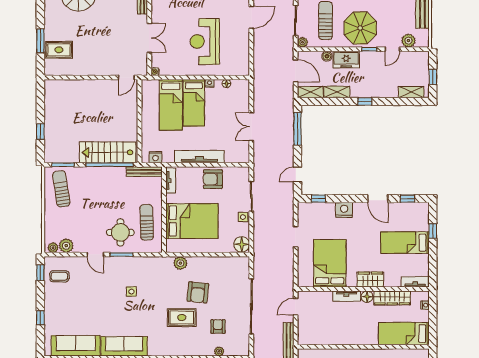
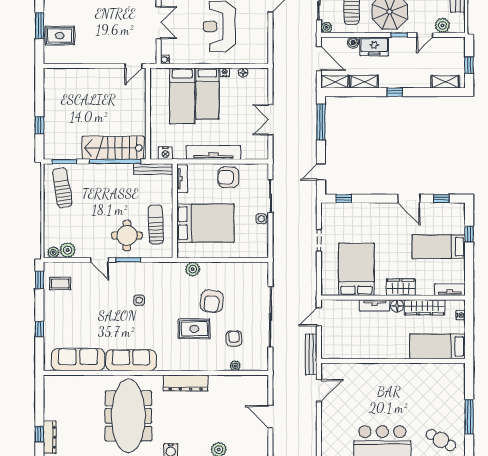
nightstand: (344, 210) -> (372, 211), removed
floor lamp: (242, 244) -> (260, 249), removed

